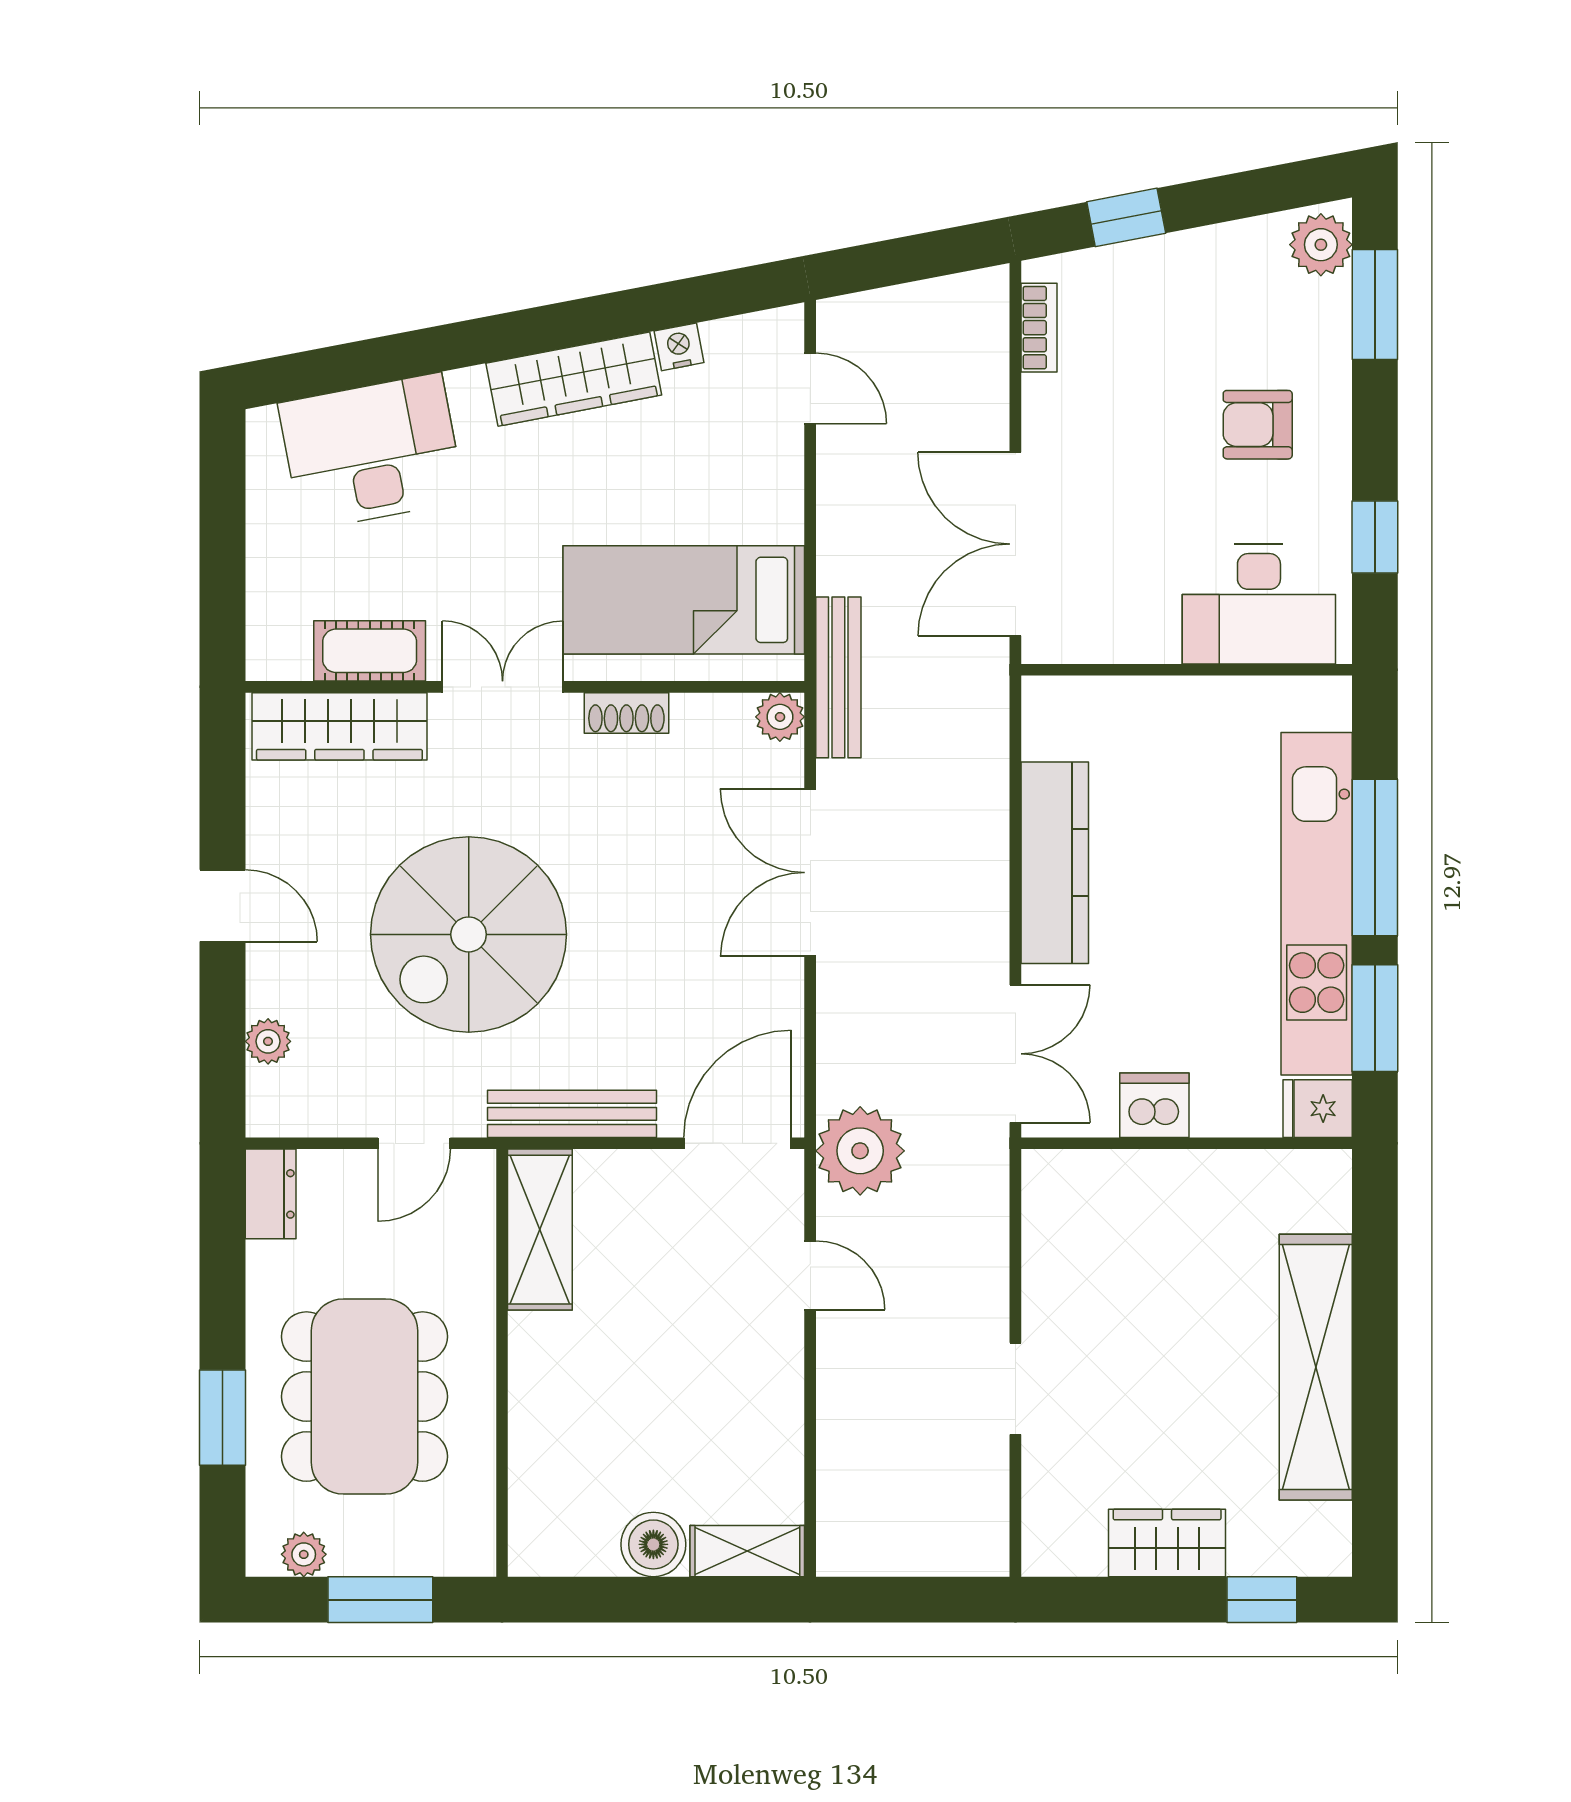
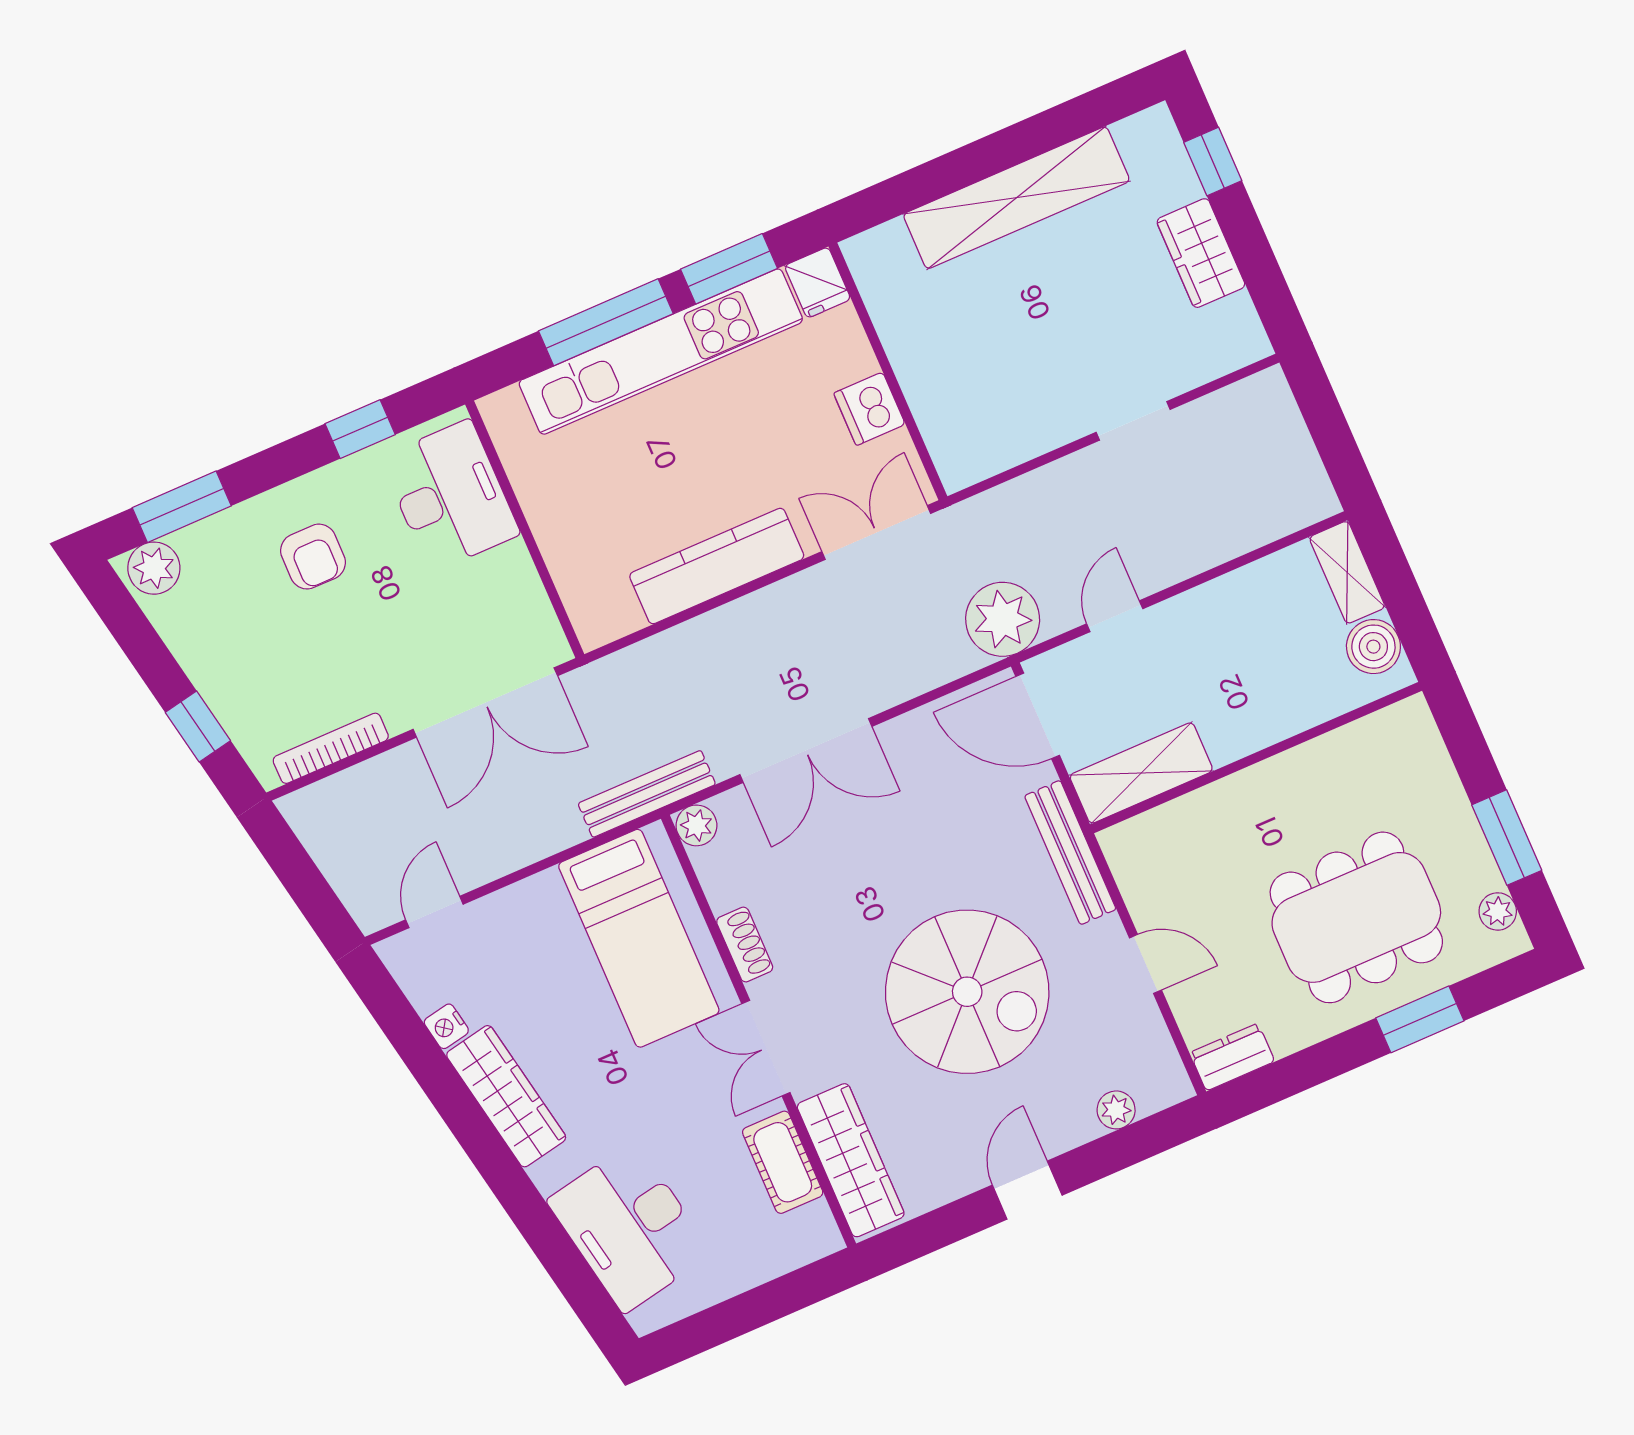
bookcase: (1039, 328) -> (331, 748), width x1.56
shelving: (540, 1230) -> (1141, 773), moved
wall: (502, 1363) -> (1256, 758), moved

